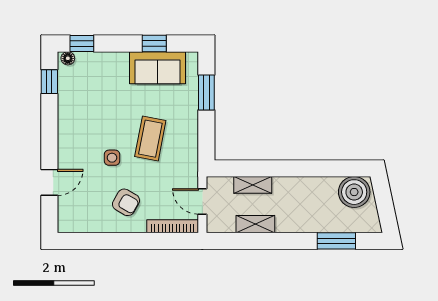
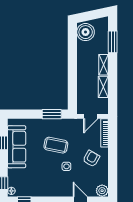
sofa: (158, 68) -> (17, 147), width x1.36
window: (206, 92) -> (52, 114), moved
shelving: (253, 185) -> (103, 65), moved
plant: (68, 222) -> (102, 191), added

